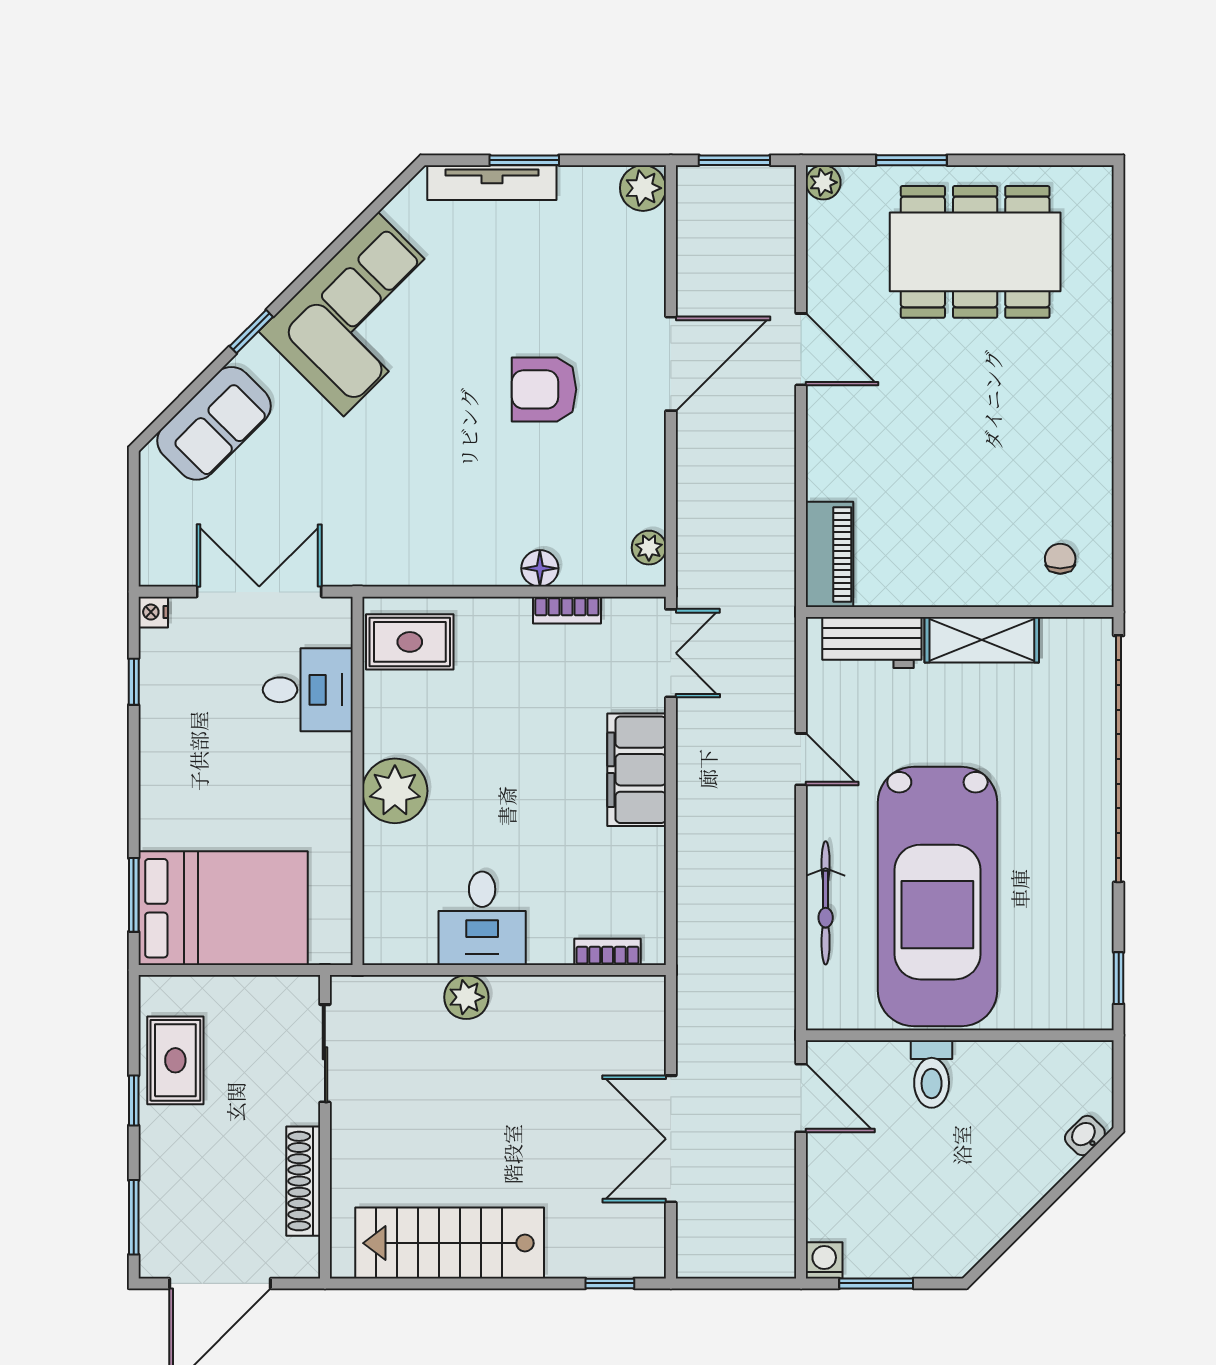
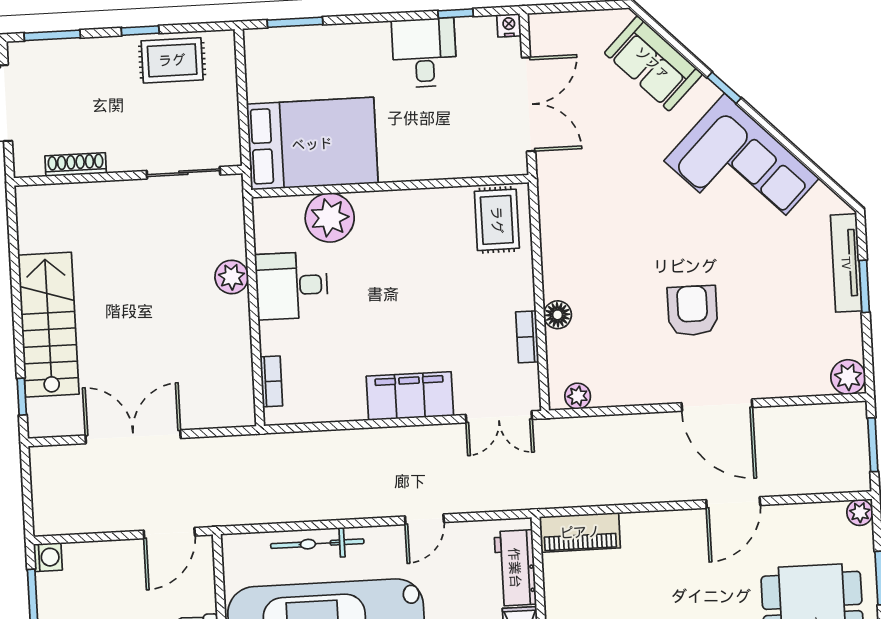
desk: (308, 690) -> (424, 53), moved, turned 180
plant: (395, 791) -> (330, 218), moved
bed: (223, 908) -> (312, 144), moved, turned -90
shoe rack: (303, 1181) -> (76, 165), width x0.74, depth x0.81
stairs: (450, 1243) -> (48, 325), moved

